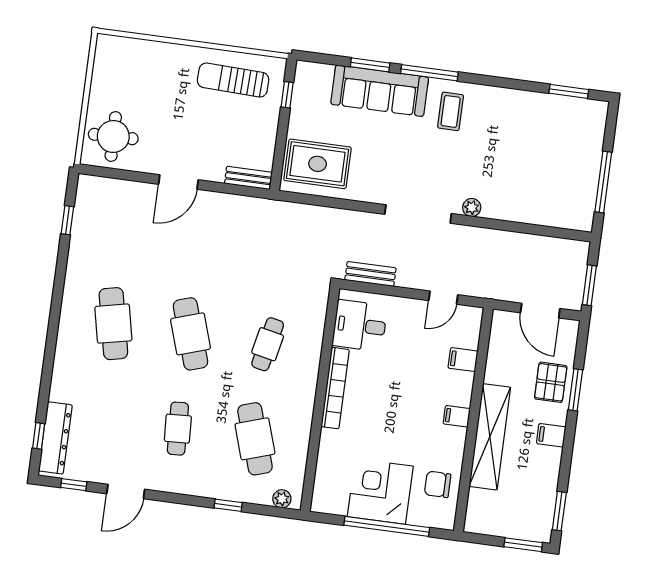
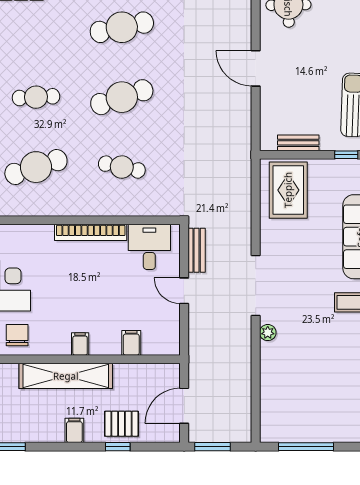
bench: (248, 178) -> (298, 143), moved, turned 90
door: (443, 298) -> (184, 291), moved
window: (575, 390) -> (118, 447), width x0.67

